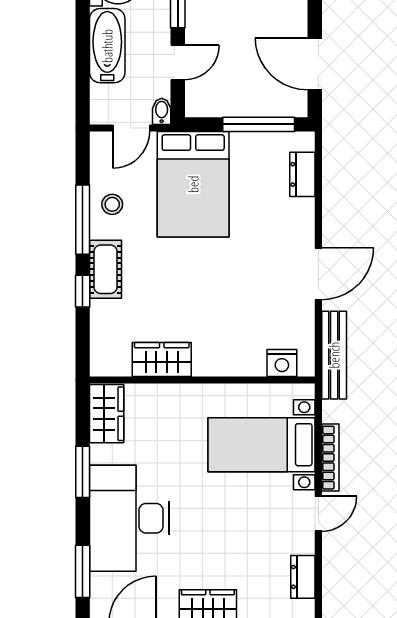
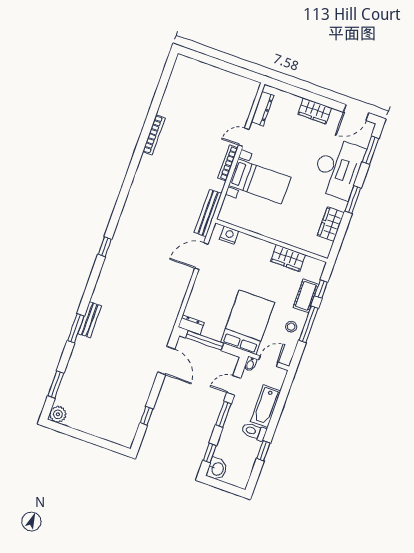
dresser: (302, 174) -> (191, 325), moved, turned -90
wardrobe: (162, 359) -> (288, 258), moved
nightstand: (282, 363) -> (229, 235), moved
wall: (202, 380) -> (271, 241), moved
dresser: (303, 577) -> (262, 109), width x1.44

